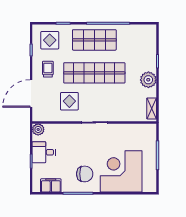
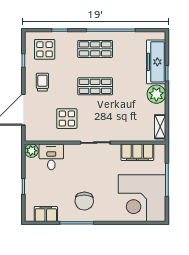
shop shelf: (94, 40) -> (95, 49), width x0.70, depth x0.74
freezer: (148, 51) -> (156, 62), added
shop shelf: (94, 73) -> (95, 86), width x0.50, depth x0.74
filing cabinet: (131, 131) -> (137, 152), added
desk: (44, 152) -> (51, 157), moved, turned 90
corner desk: (121, 171) -> (142, 198), moved, turned -90
chair: (85, 174) -> (84, 201), turned 91

